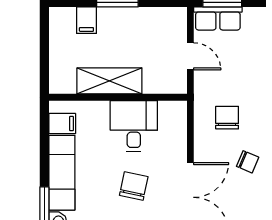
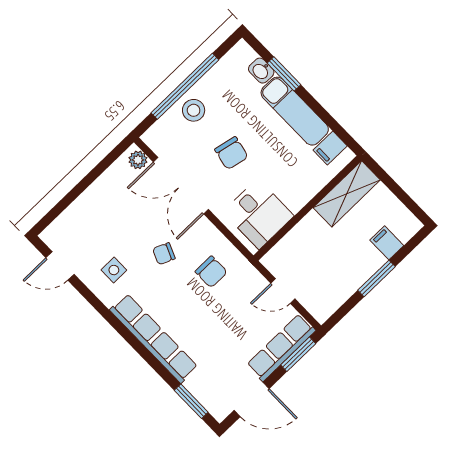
row of seats: (218, 18) -> (281, 348), width x1.48
shelving: (109, 81) -> (347, 194), moved
desk: (134, 126) -> (258, 214), moved

